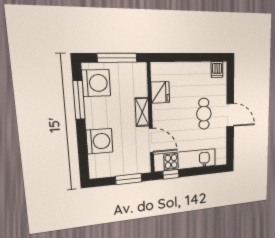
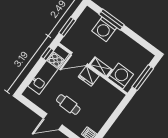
washing machine: (96, 83) -> (121, 76), moved, turned 180
fridge: (160, 92) -> (89, 76), moved
window: (79, 100) -> (112, 19), moved

